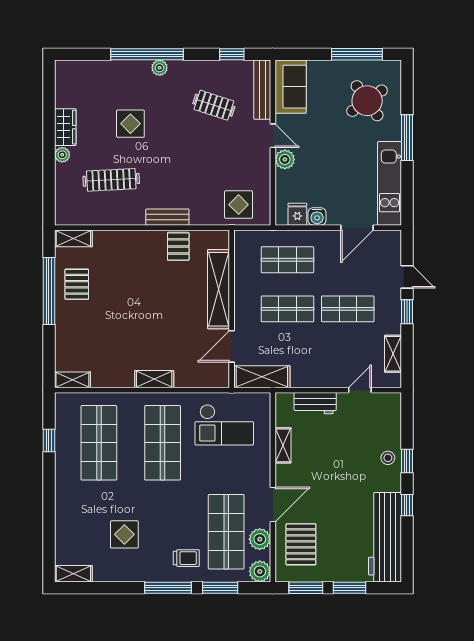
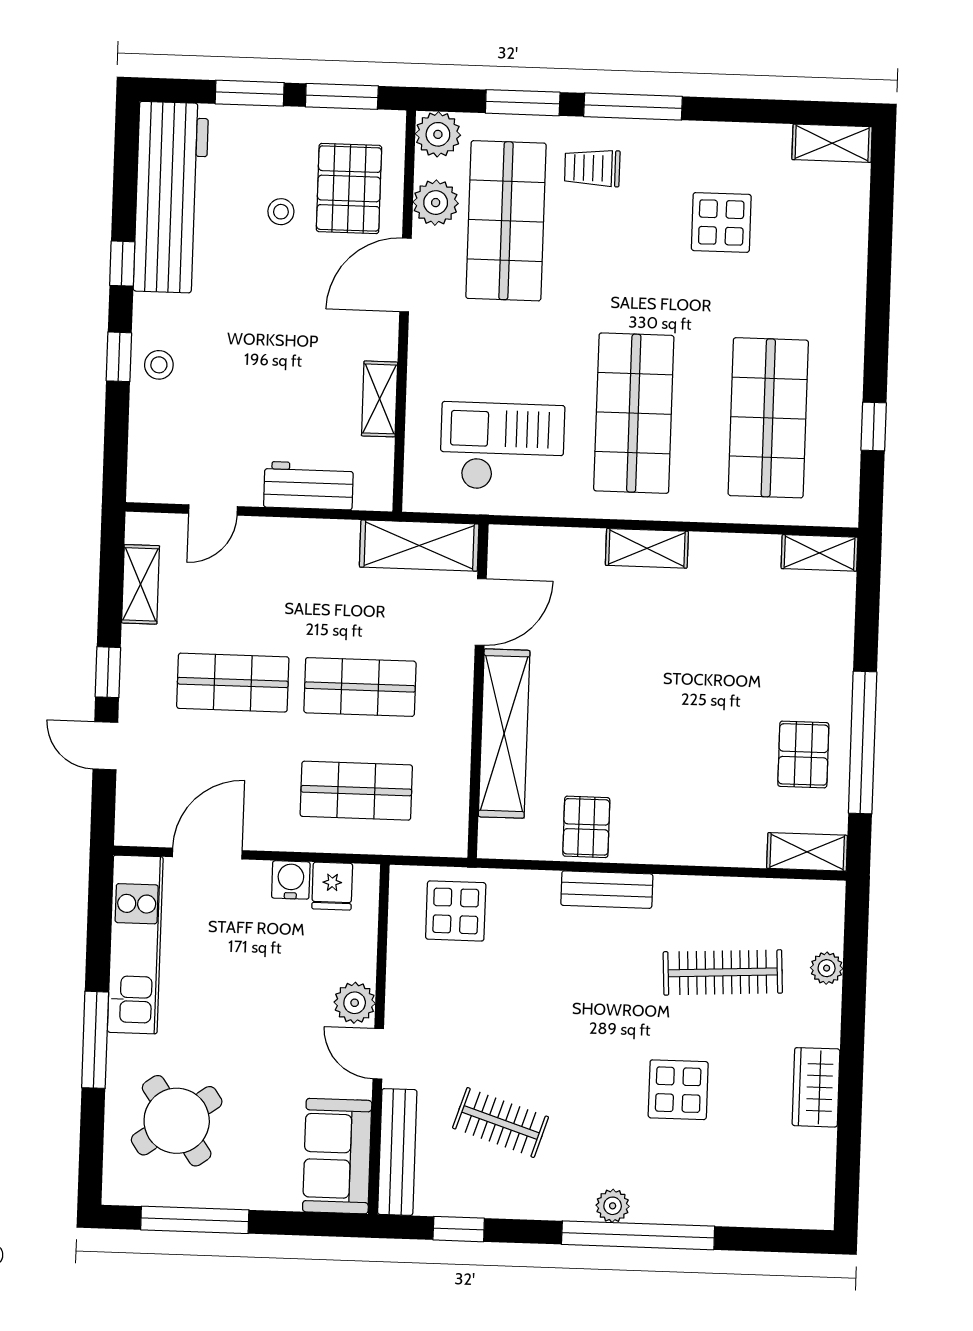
plant: (62, 155) -> (827, 968), moved
stool: (333, 532) -> (281, 212), added

